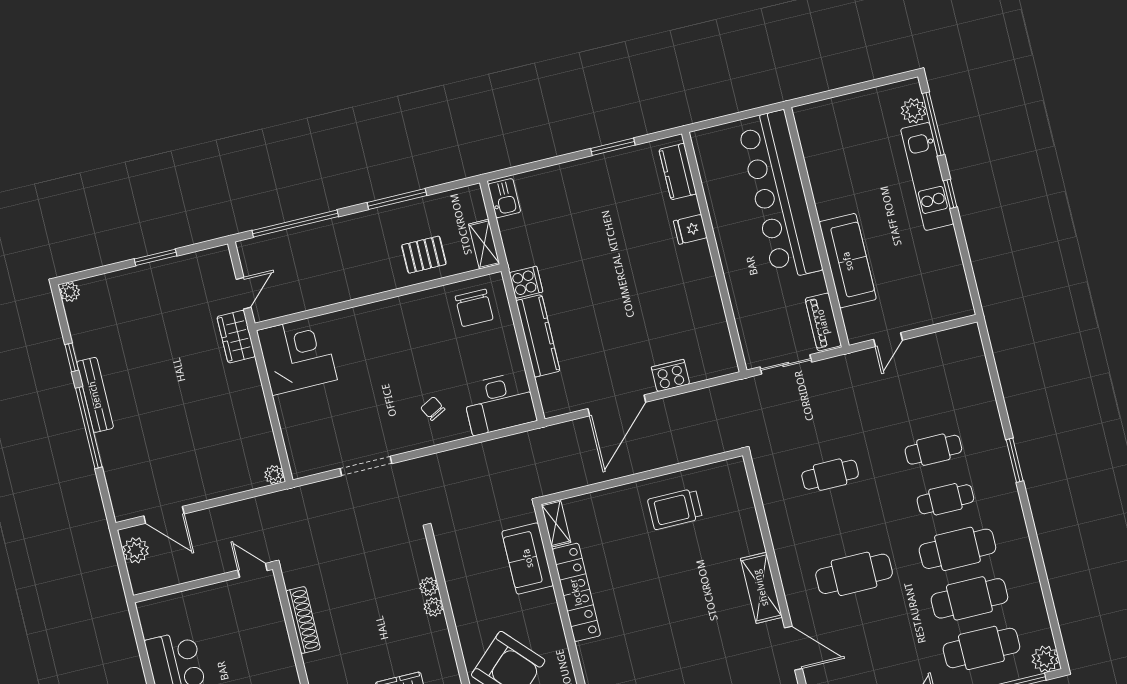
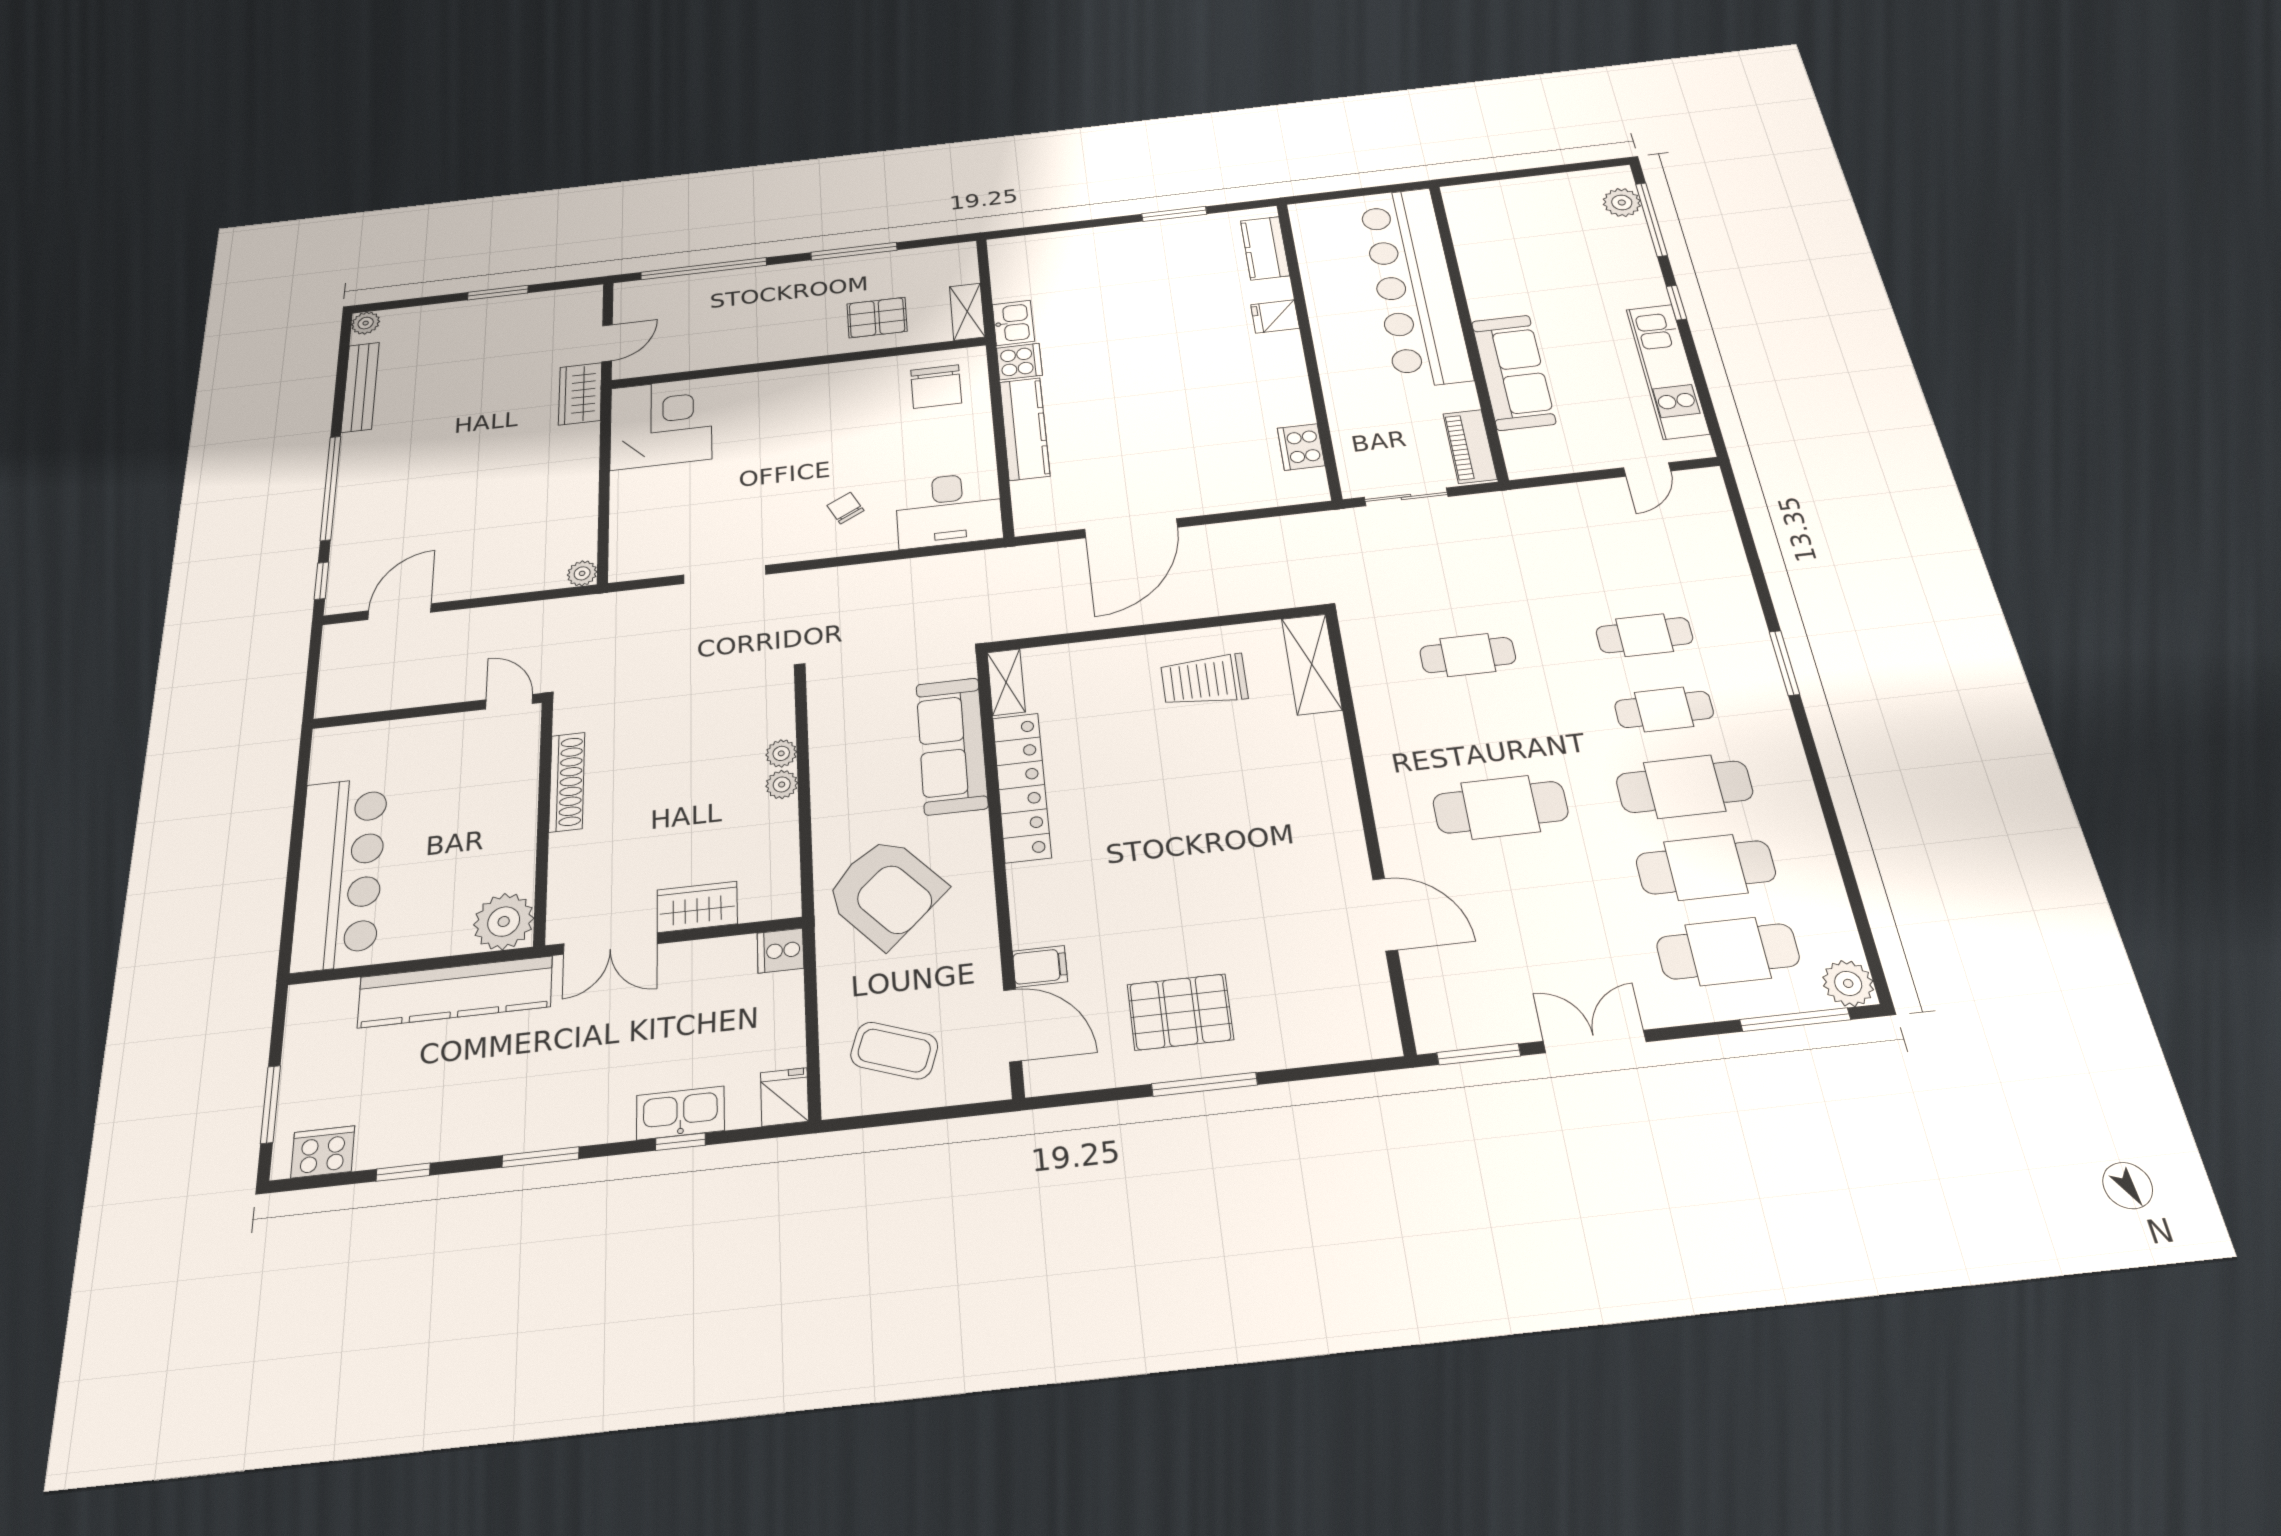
kitchen unit: (927, 176) -> (1668, 371), moved
kitchen sink: (504, 198) -> (1013, 323), moved
door: (888, 340) -> (1647, 469), moved
window: (72, 357) -> (321, 581), moved
cooker: (670, 375) -> (1301, 447), moved, turned -90
bench: (95, 395) -> (360, 387), moved
door: (164, 515) -> (400, 612), swing flipped
plant: (136, 550) -> (340, 656), removed
sofa: (528, 558) -> (952, 746), width x1.36
shelving: (761, 588) -> (1312, 664), moved

